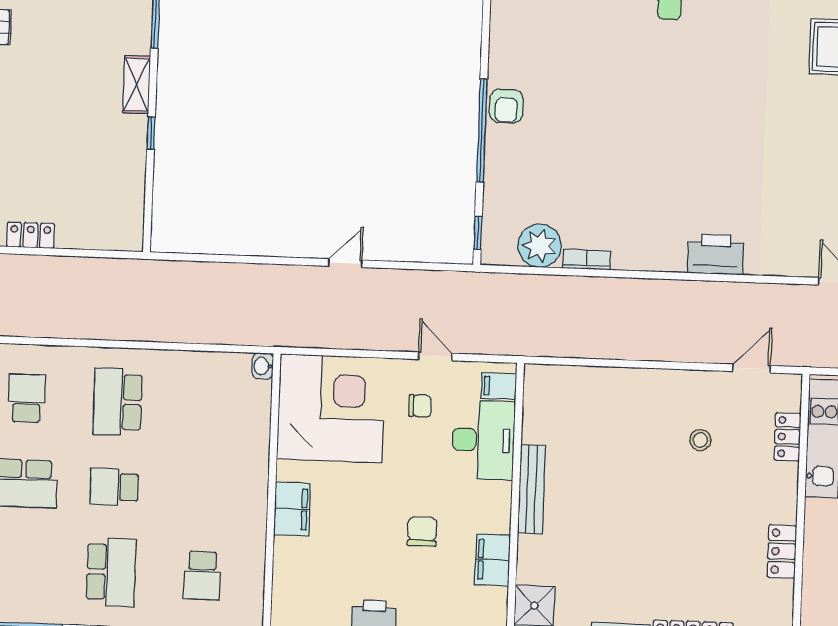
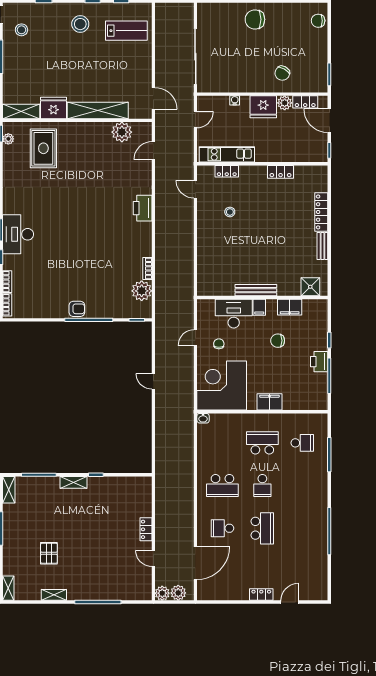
filing cabinet: (499, 386) -> (259, 307), moved
school desk: (111, 572) -> (262, 443), moved

